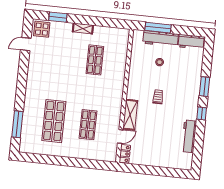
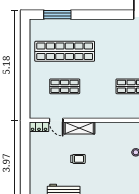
trolley: (158, 97) -> (78, 159), moved
shop shelf: (54, 121) -> (65, 51), width x1.40

